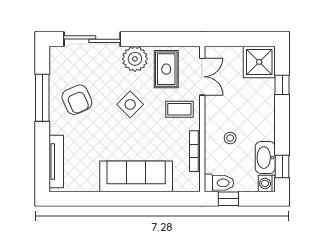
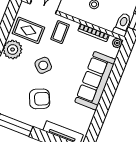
armchair: (77, 100) -> (40, 99), moved
plant: (194, 185) -> (117, 43), added

